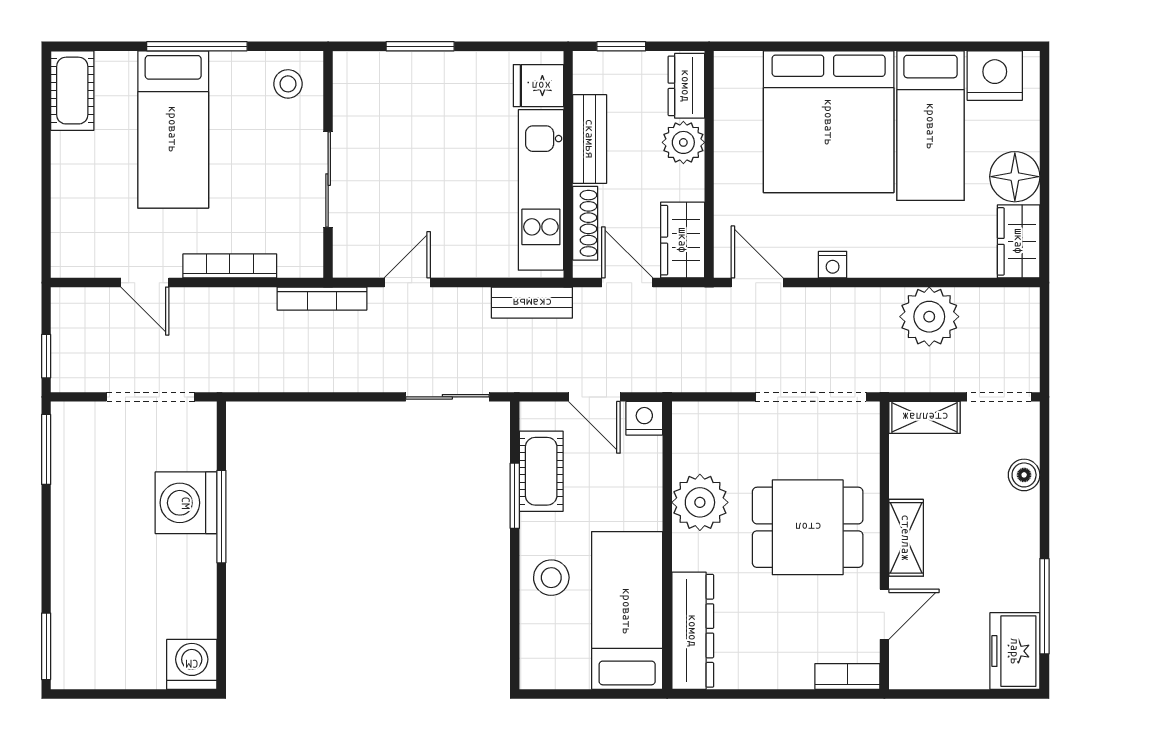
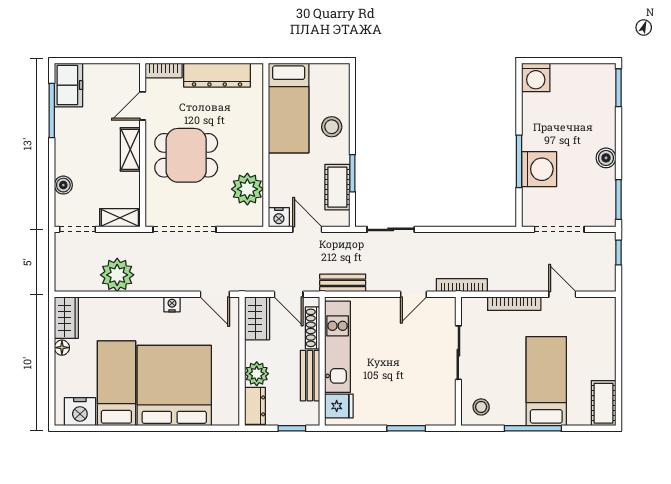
floor lamp: (1015, 177) -> (62, 348), width x0.53, depth x0.53
plant: (700, 502) -> (247, 189), moved
boiler: (68, 523) -> (606, 158), added
dresser: (693, 631) -> (217, 75), moved, turned -90

